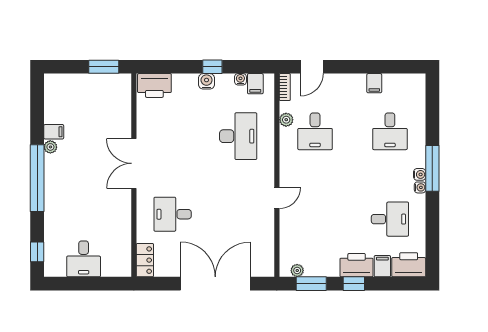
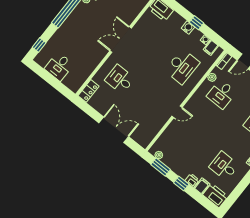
desk: (390, 219) -> (224, 166), turned 180
printer: (357, 265) -> (192, 180), width x0.53, depth x0.68
double door: (215, 284) -> (114, 130), width x0.73

